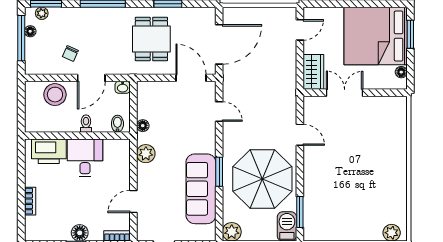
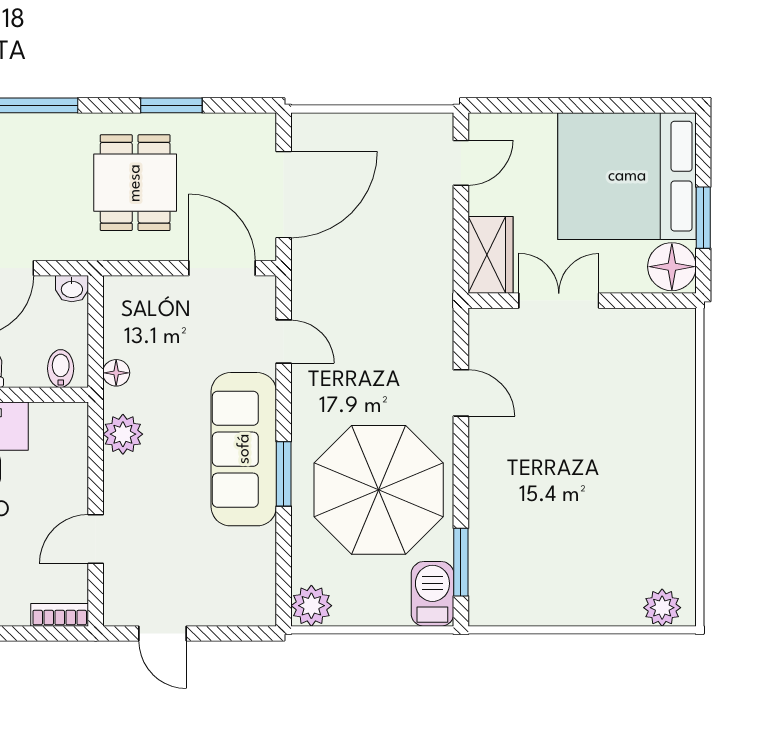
window: (410, 34) -> (703, 218), moved
floor lamp: (401, 72) -> (672, 267), width x1.89, depth x1.89
sofa: (201, 189) -> (244, 449), moved

